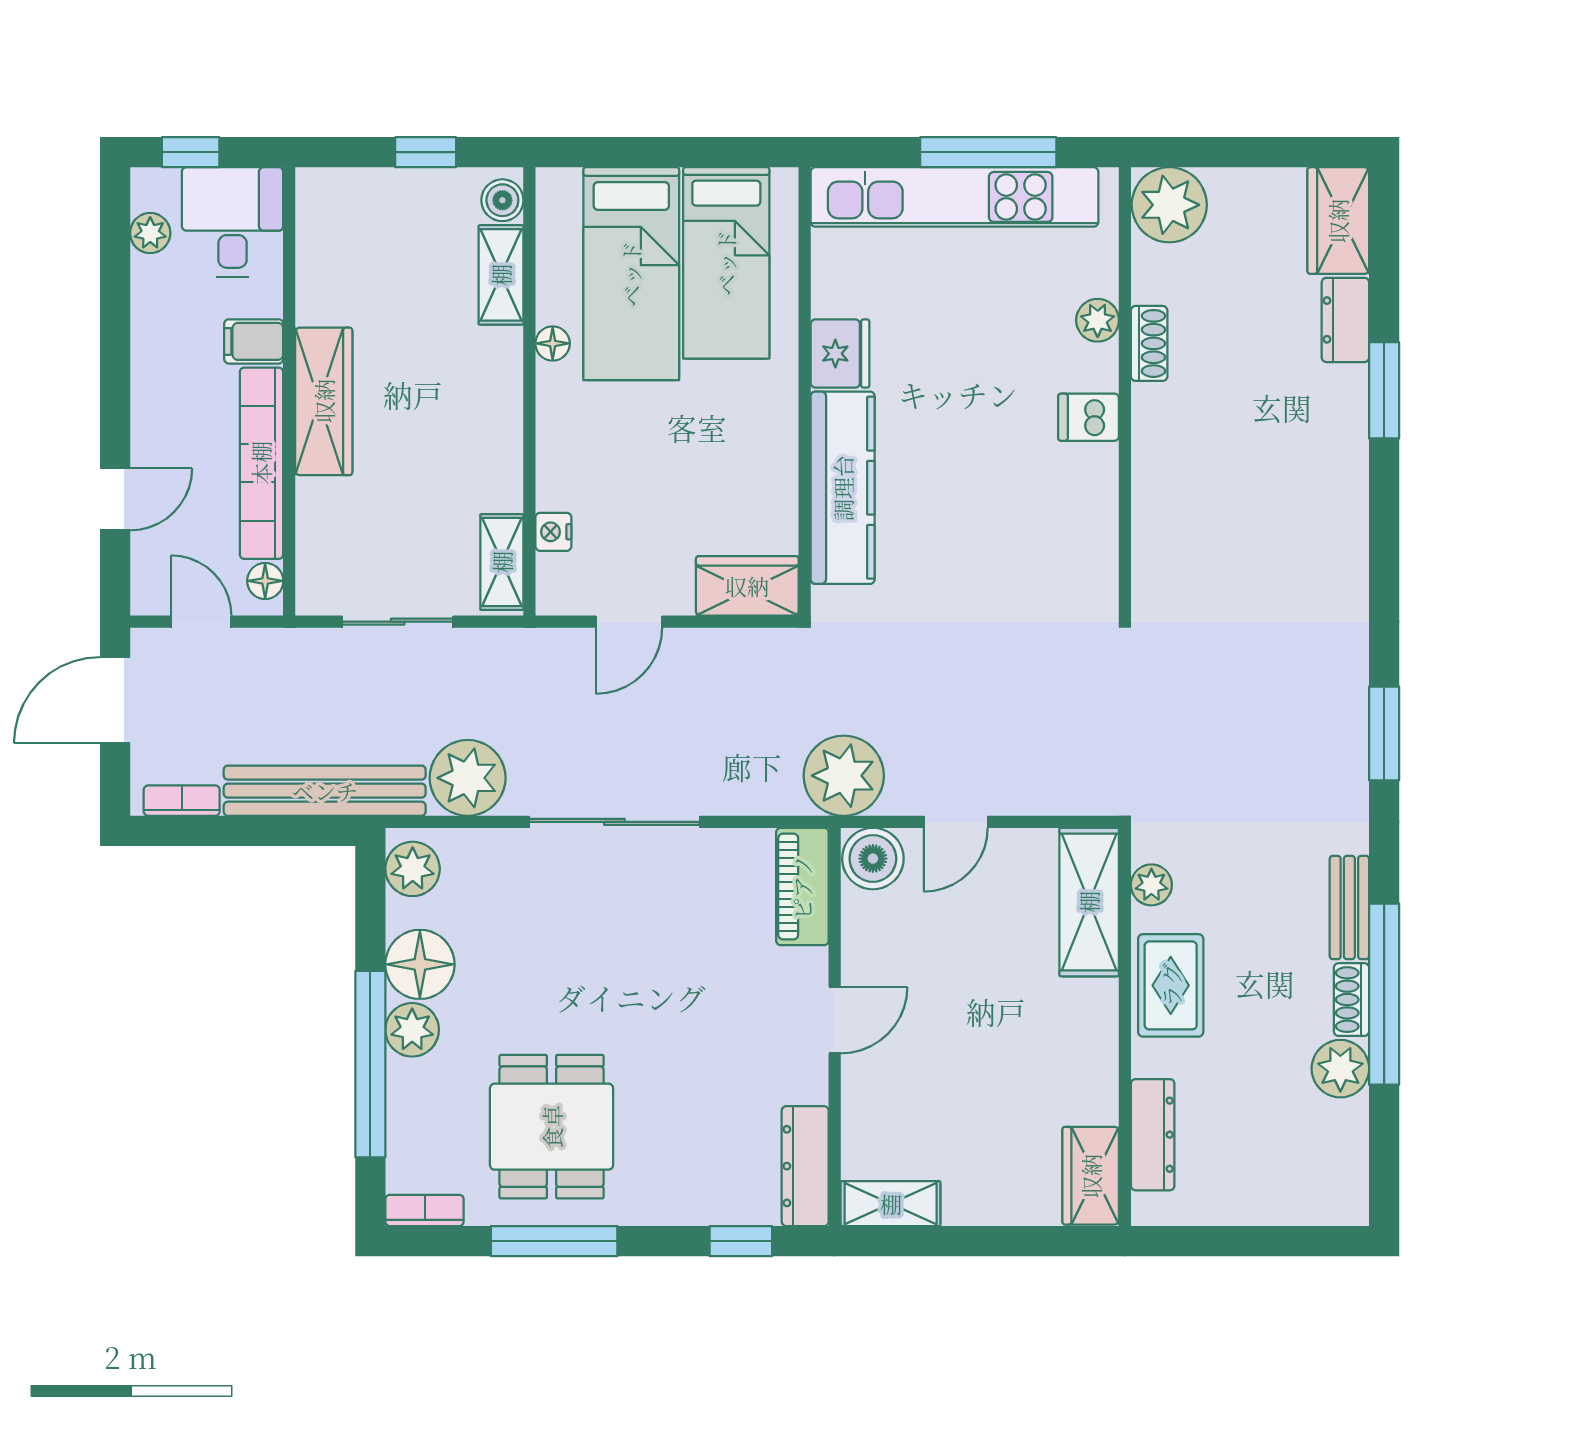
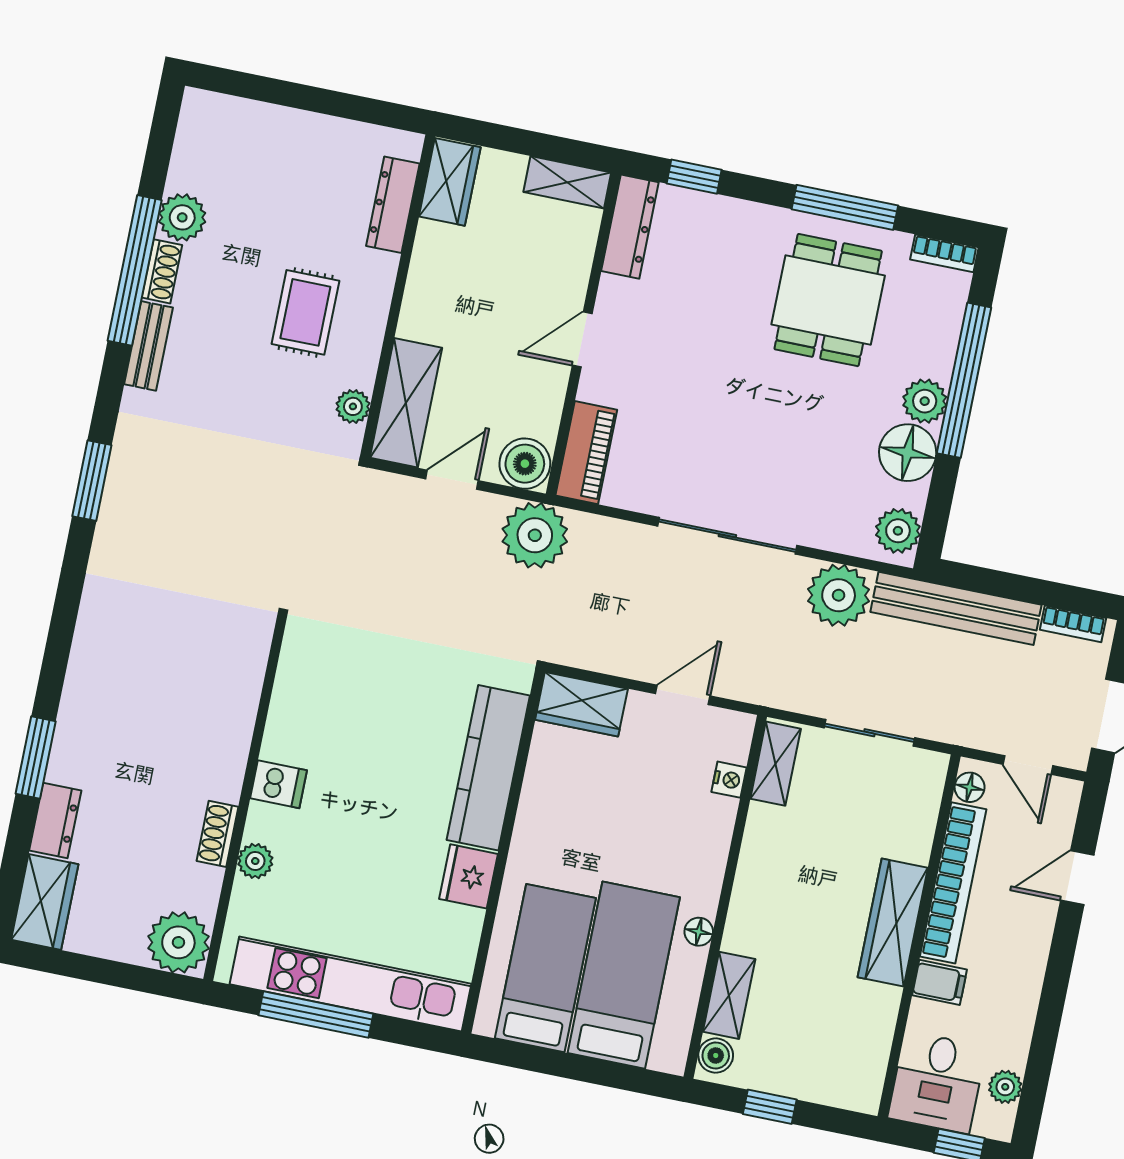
plant: (1151, 885) -> (353, 406), moved
shelving: (1089, 902) -> (406, 403), moved
wall: (1125, 1027) -> (398, 296), moved
dresser: (1153, 1135) -> (393, 205), moved
wardrobe: (1091, 1176) -> (450, 182), moved

